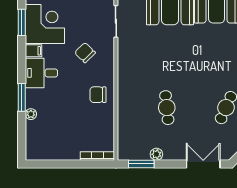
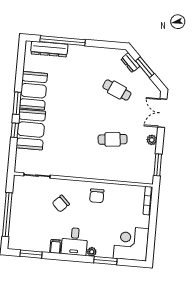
corner desk: (45, 24) -> (131, 243), moved
window: (22, 97) -> (105, 261), moved
plant: (31, 114) -> (92, 252), moved
plant: (156, 154) -> (152, 140), moved

